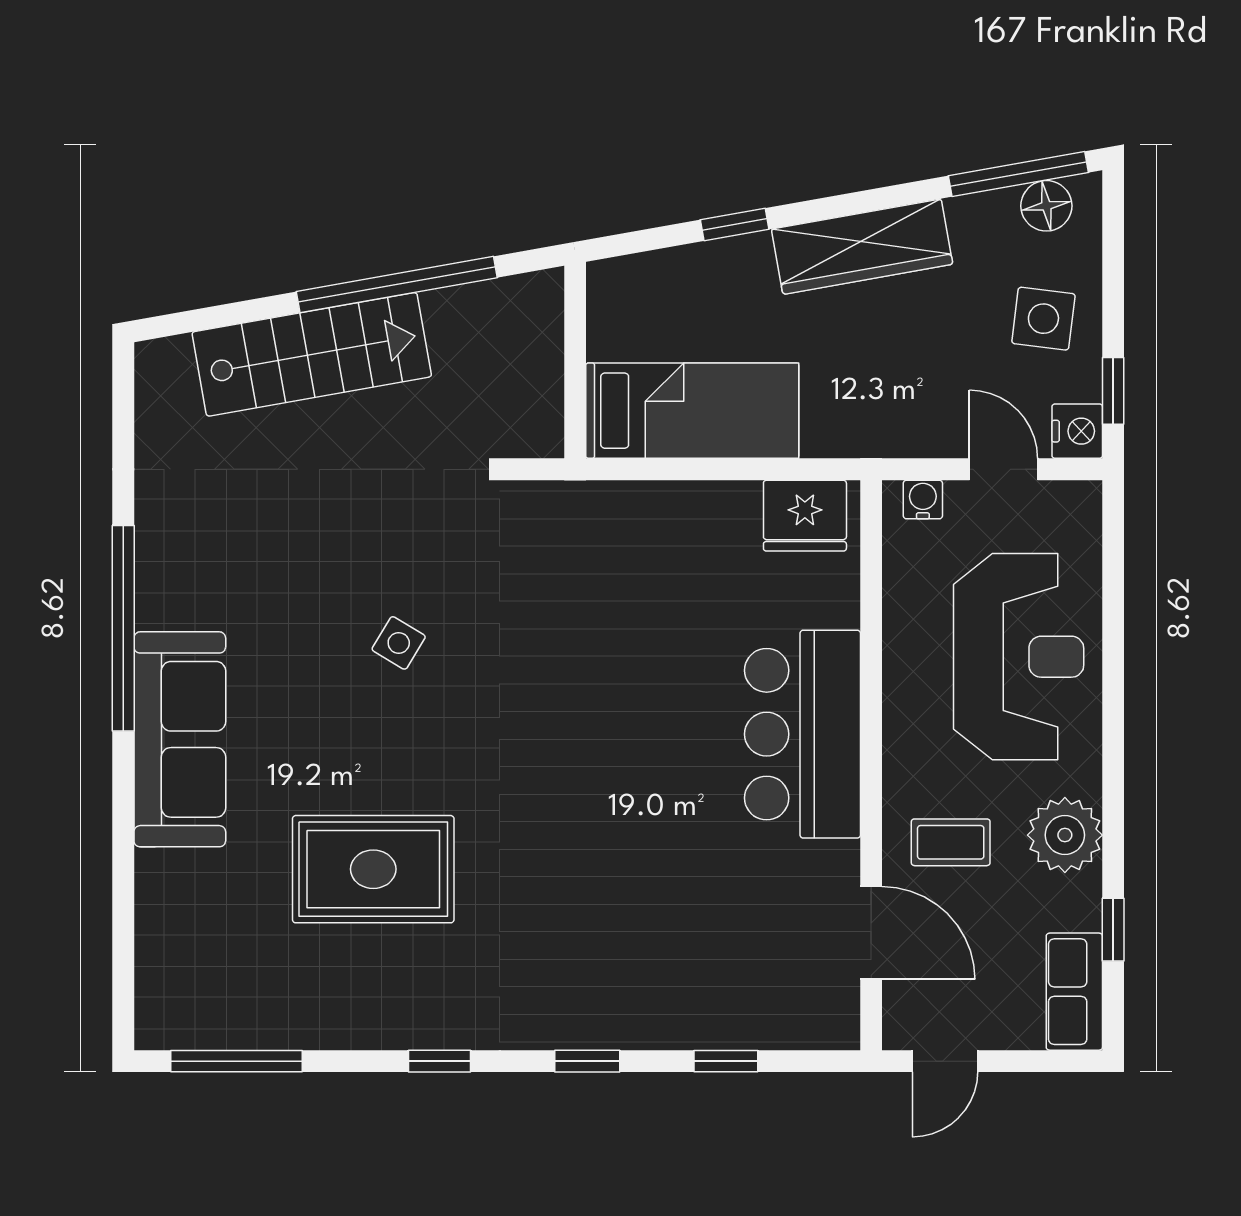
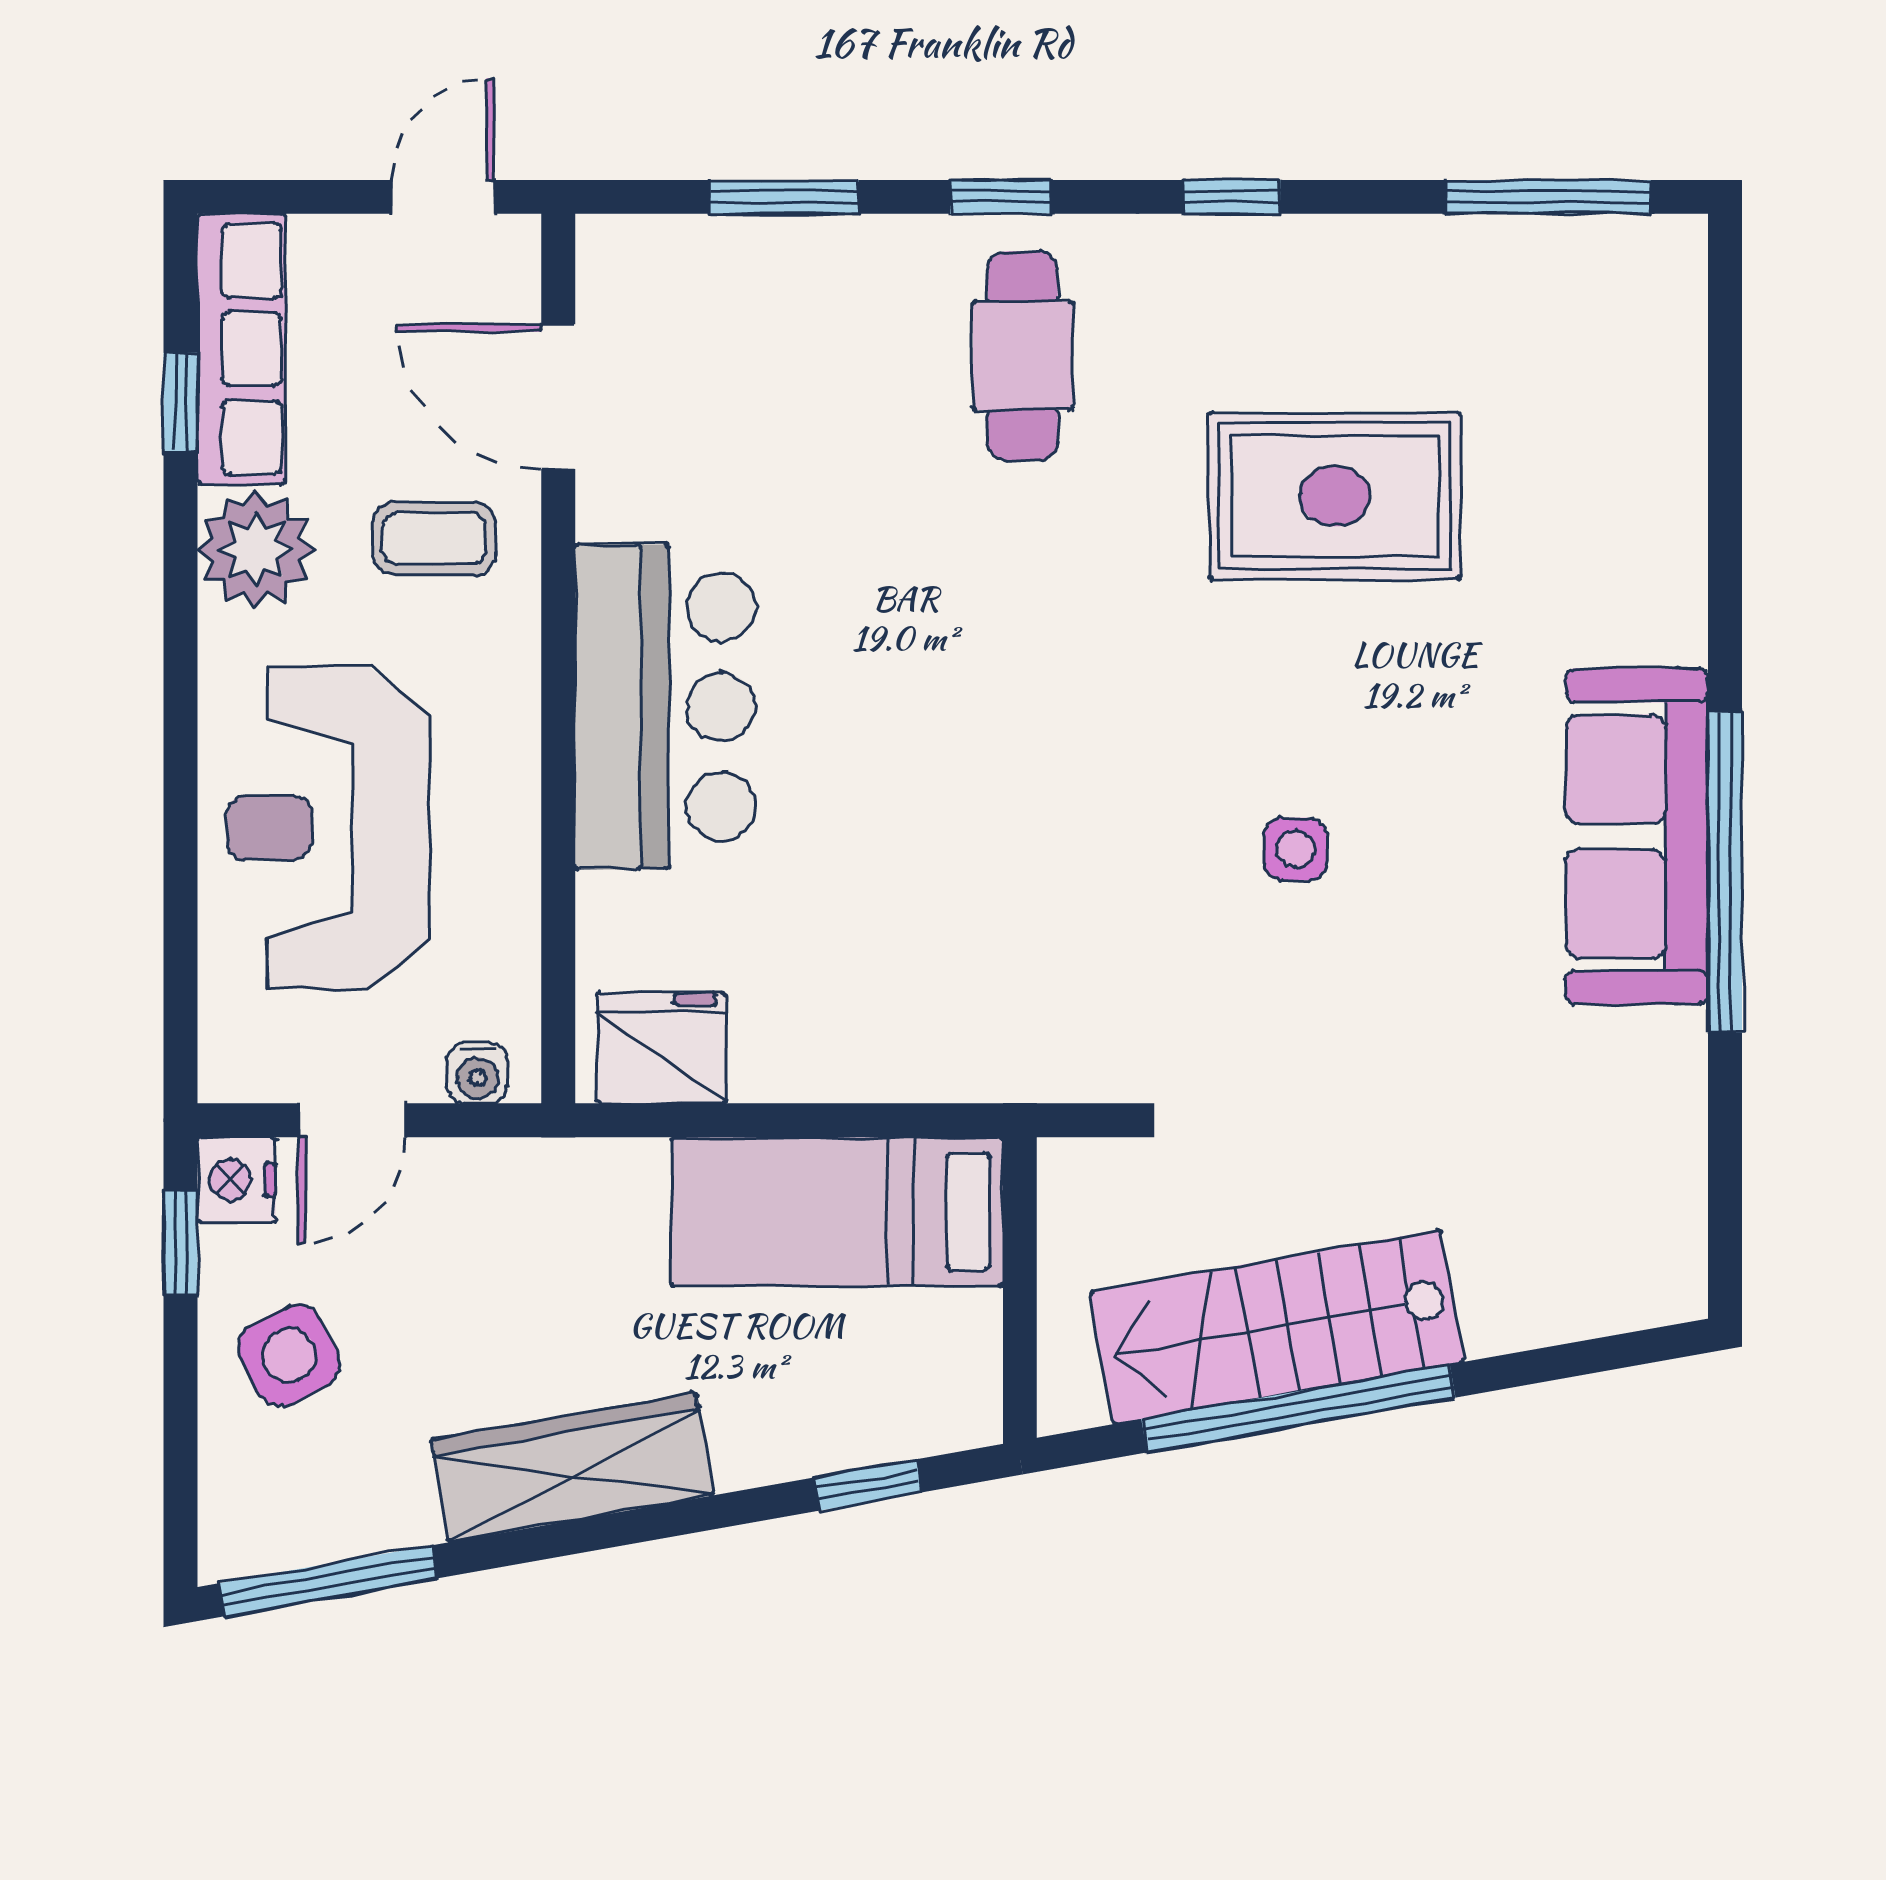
floor lamp: (1046, 206) -> (285, 1531), removed
window: (735, 225) -> (868, 1485), moved
side table: (1043, 319) -> (289, 1355), turned -34
stairs: (312, 354) -> (1277, 1327), moved
door: (1004, 469) -> (352, 1120), hinge flipped
side table: (399, 643) -> (1295, 849), turned -31
sofa: (180, 739) -> (1637, 836), moved
cafe table: (573, 959) -> (1023, 356), added
row of seats: (1074, 992) -> (241, 349), width x1.48
window: (726, 1061) -> (785, 197), width x1.50

